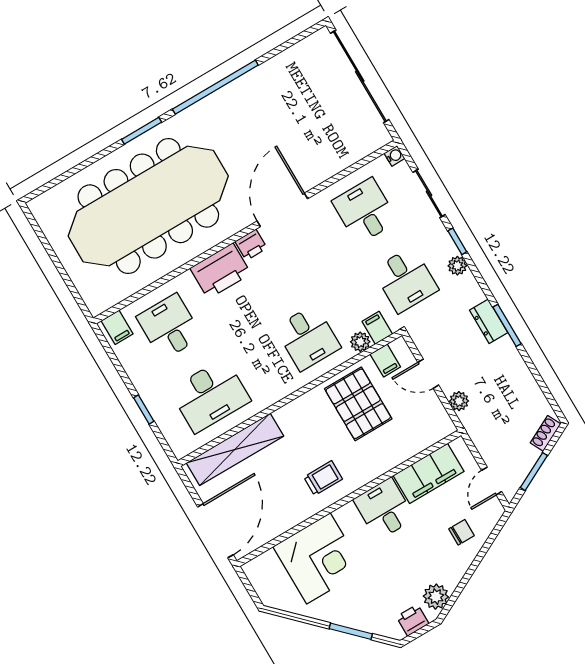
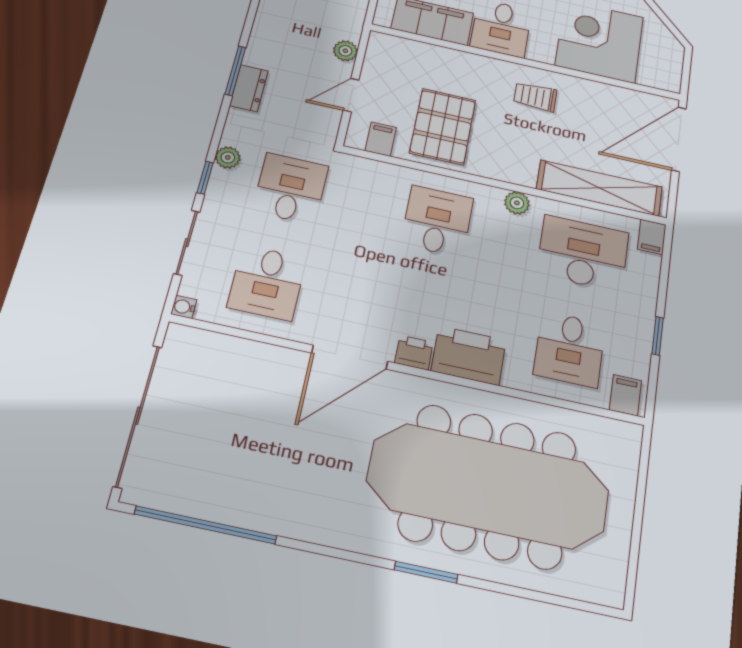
window: (215, 87) -> (206, 525), moved
filing cabinet: (377, 328) -> (652, 237), moved
plant: (360, 342) -> (517, 203), moved
door: (428, 374) -> (351, 95), swing flipped
window: (144, 410) -> (658, 336), moved

